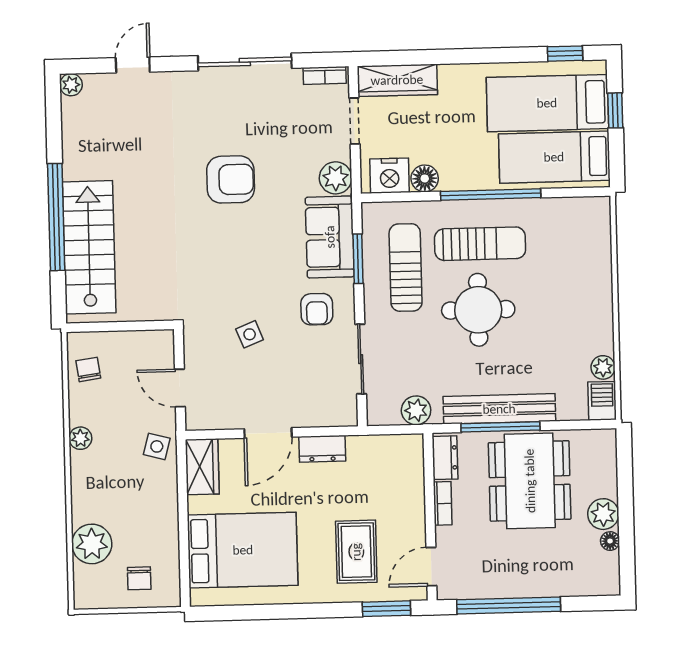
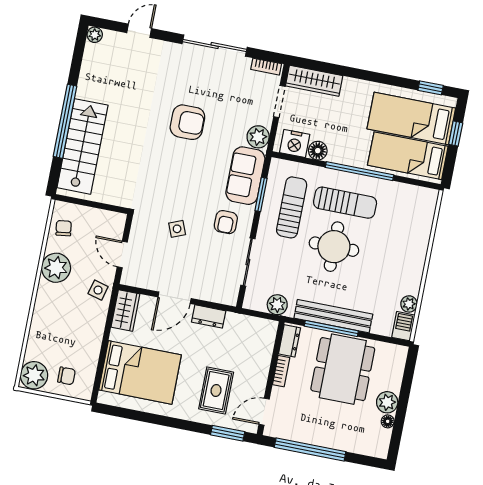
plant: (80, 438) -> (56, 268), width x1.88, depth x1.88
plant: (92, 544) -> (34, 375), moved
chair: (139, 578) -> (66, 376), turned -90

